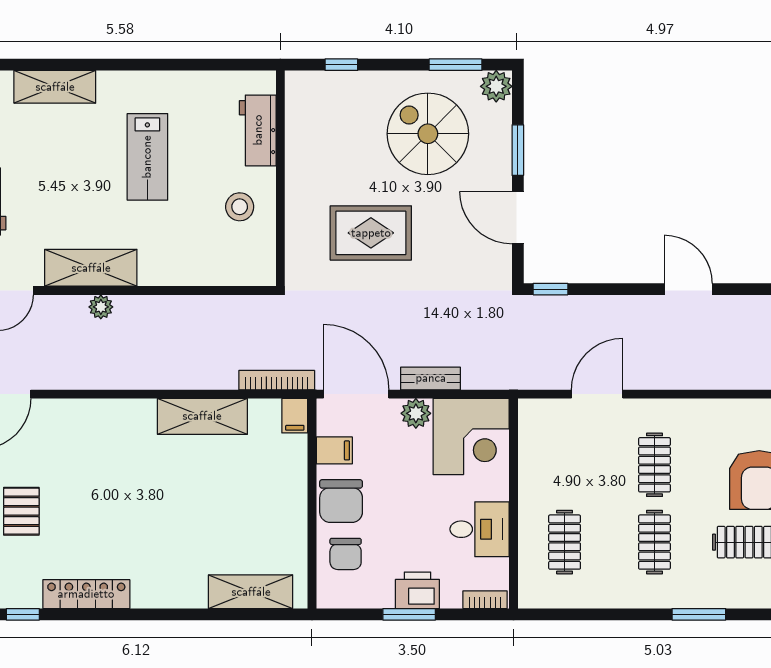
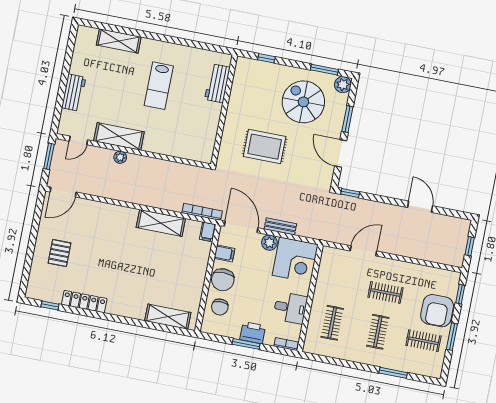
stool: (240, 207) -> (201, 120), removed
clothes rail: (654, 465) -> (385, 293), turned 90

